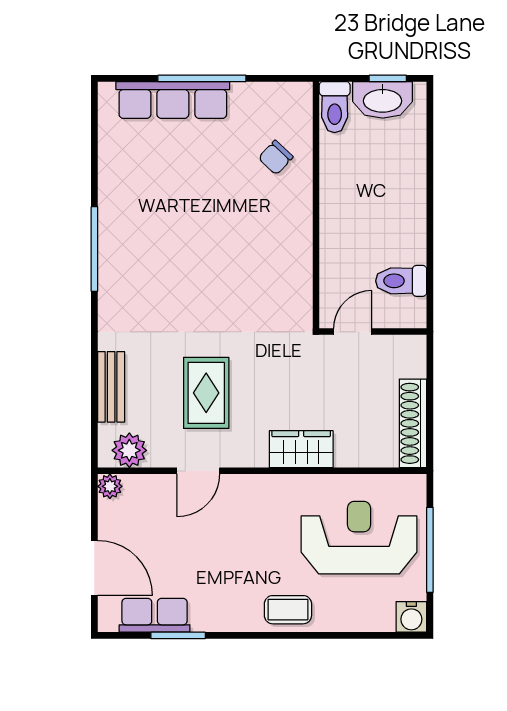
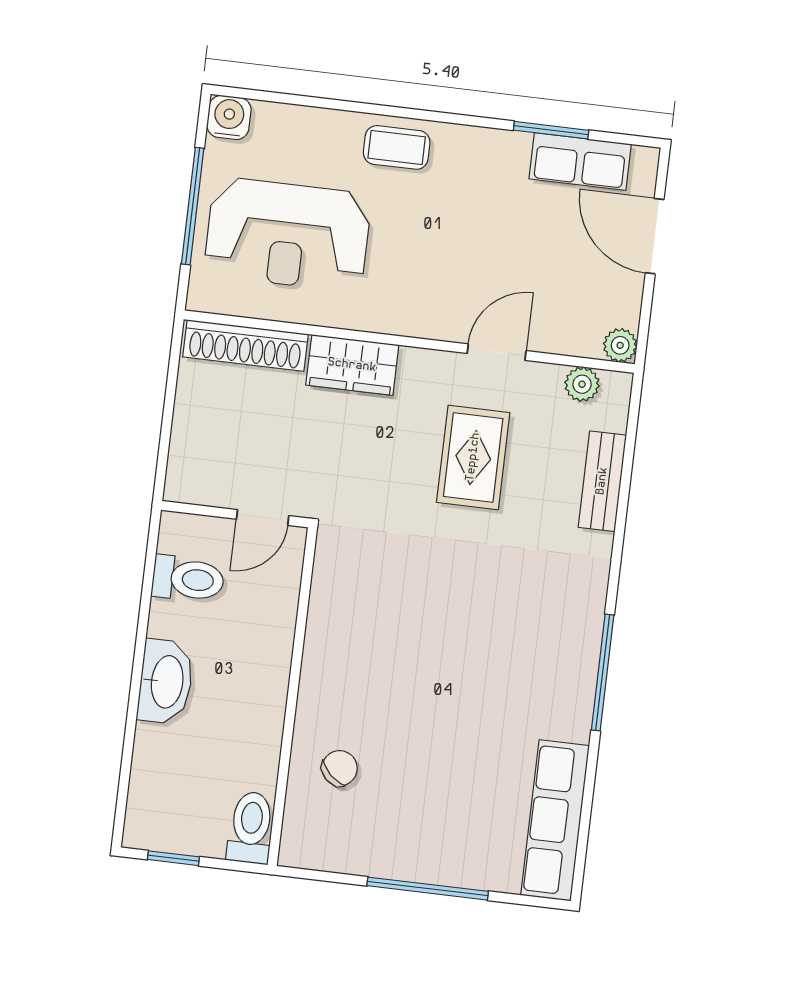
row of seats: (173, 100) -> (555, 820), moved, turned -90
washbasin: (383, 100) -> (166, 682), moved, turned 90
shoe rack: (413, 423) -> (245, 346), moved, turned 90
plant: (129, 450) -> (582, 384), width x0.73, depth x0.73

